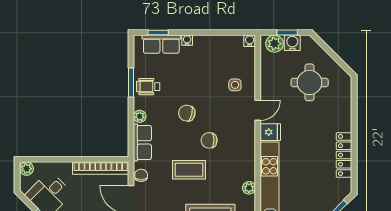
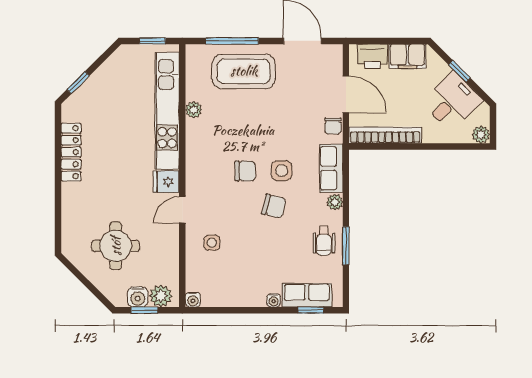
wheelchair: (148, 87) -> (324, 240), turned 90
side table: (181, 141) -> (282, 171), added
coffee table: (189, 170) -> (271, 133), removed

